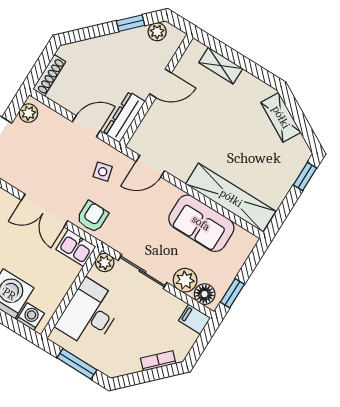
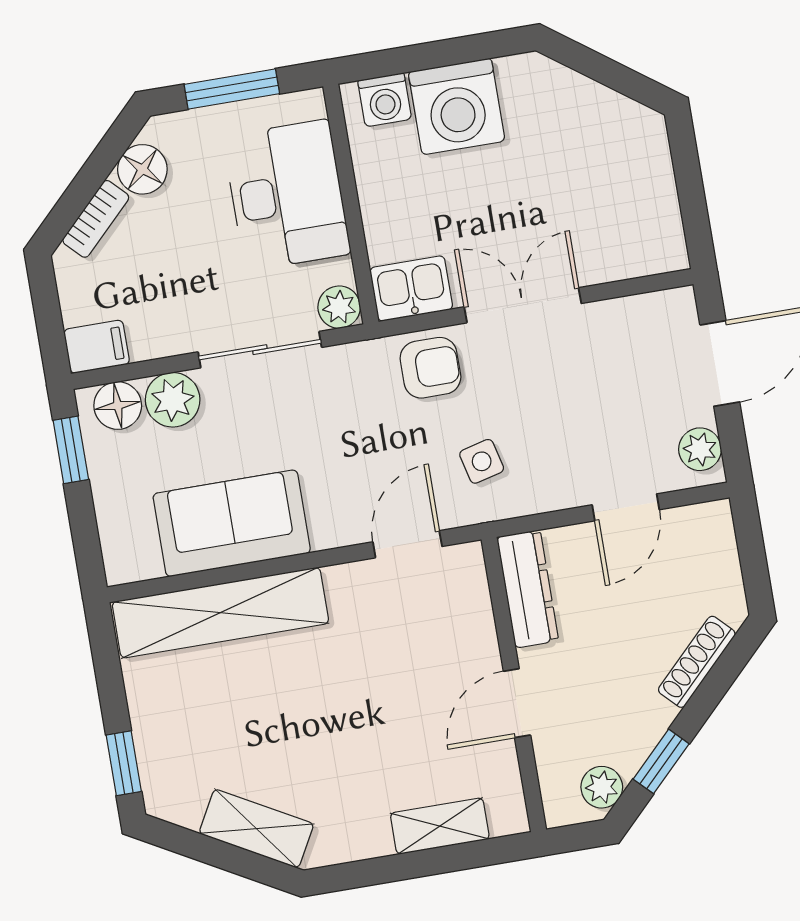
shoe rack: (49, 75) -> (697, 662), moved, turned 45
door: (86, 126) -> (626, 507), moved
armchair: (92, 217) -> (430, 368), turned -90
floor lamp: (129, 364) -> (142, 169), added

